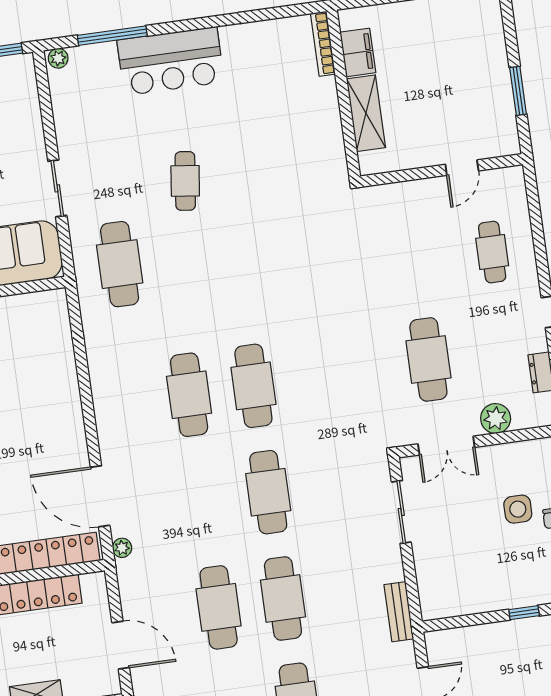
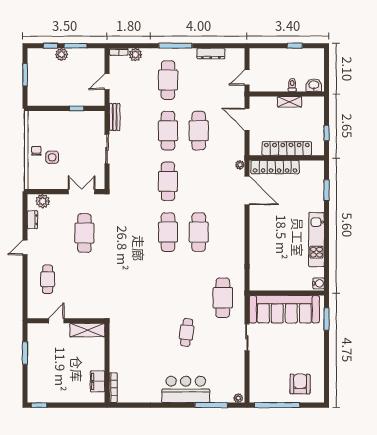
shelving: (366, 113) -> (87, 330), moved, turned 90
plant: (496, 418) -> (43, 201), moved
sliding door: (401, 512) -> (107, 149), moved
window: (524, 613) -> (77, 108), moved

